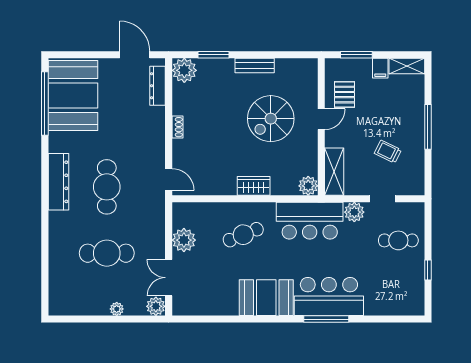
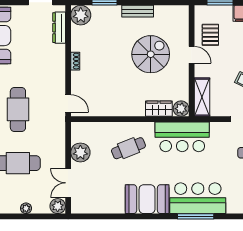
spiral stairs: (271, 119) -> (151, 54), turned 180
door: (321, 119) -> (192, 55), hinge flipped
wardrobe: (254, 186) -> (159, 109), moved
plant: (354, 212) -> (218, 130), removed

